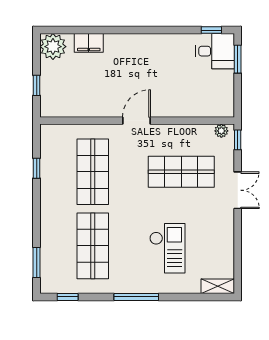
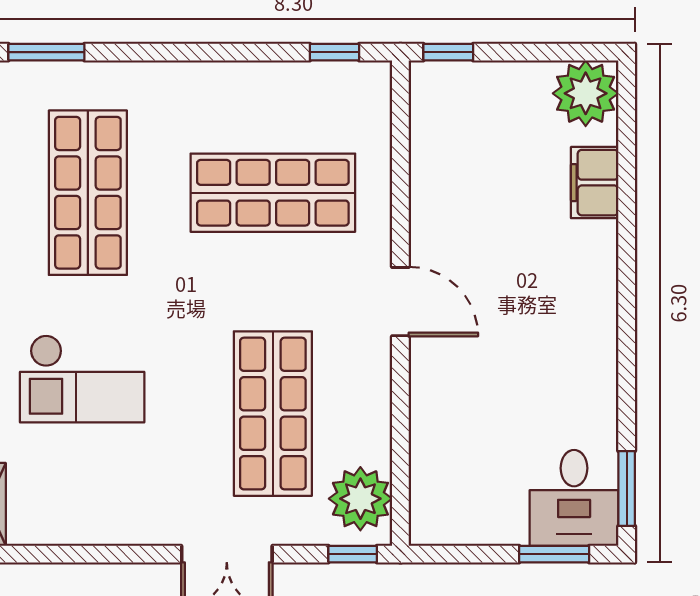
window: (211, 30) -> (627, 489), width x1.50
window: (37, 85) -> (448, 52), moved
plant: (221, 131) -> (360, 499), width x1.88, depth x1.88
window: (37, 168) -> (335, 52), moved
shop shelf: (93, 246) -> (88, 193), turned 90

